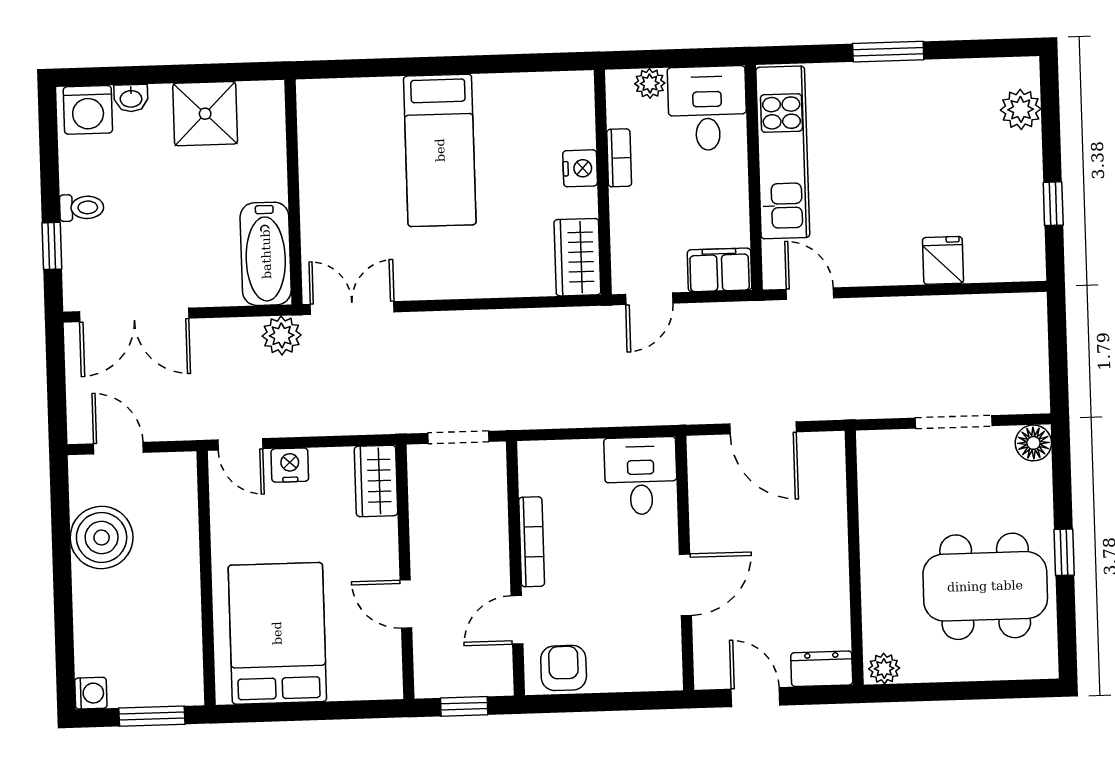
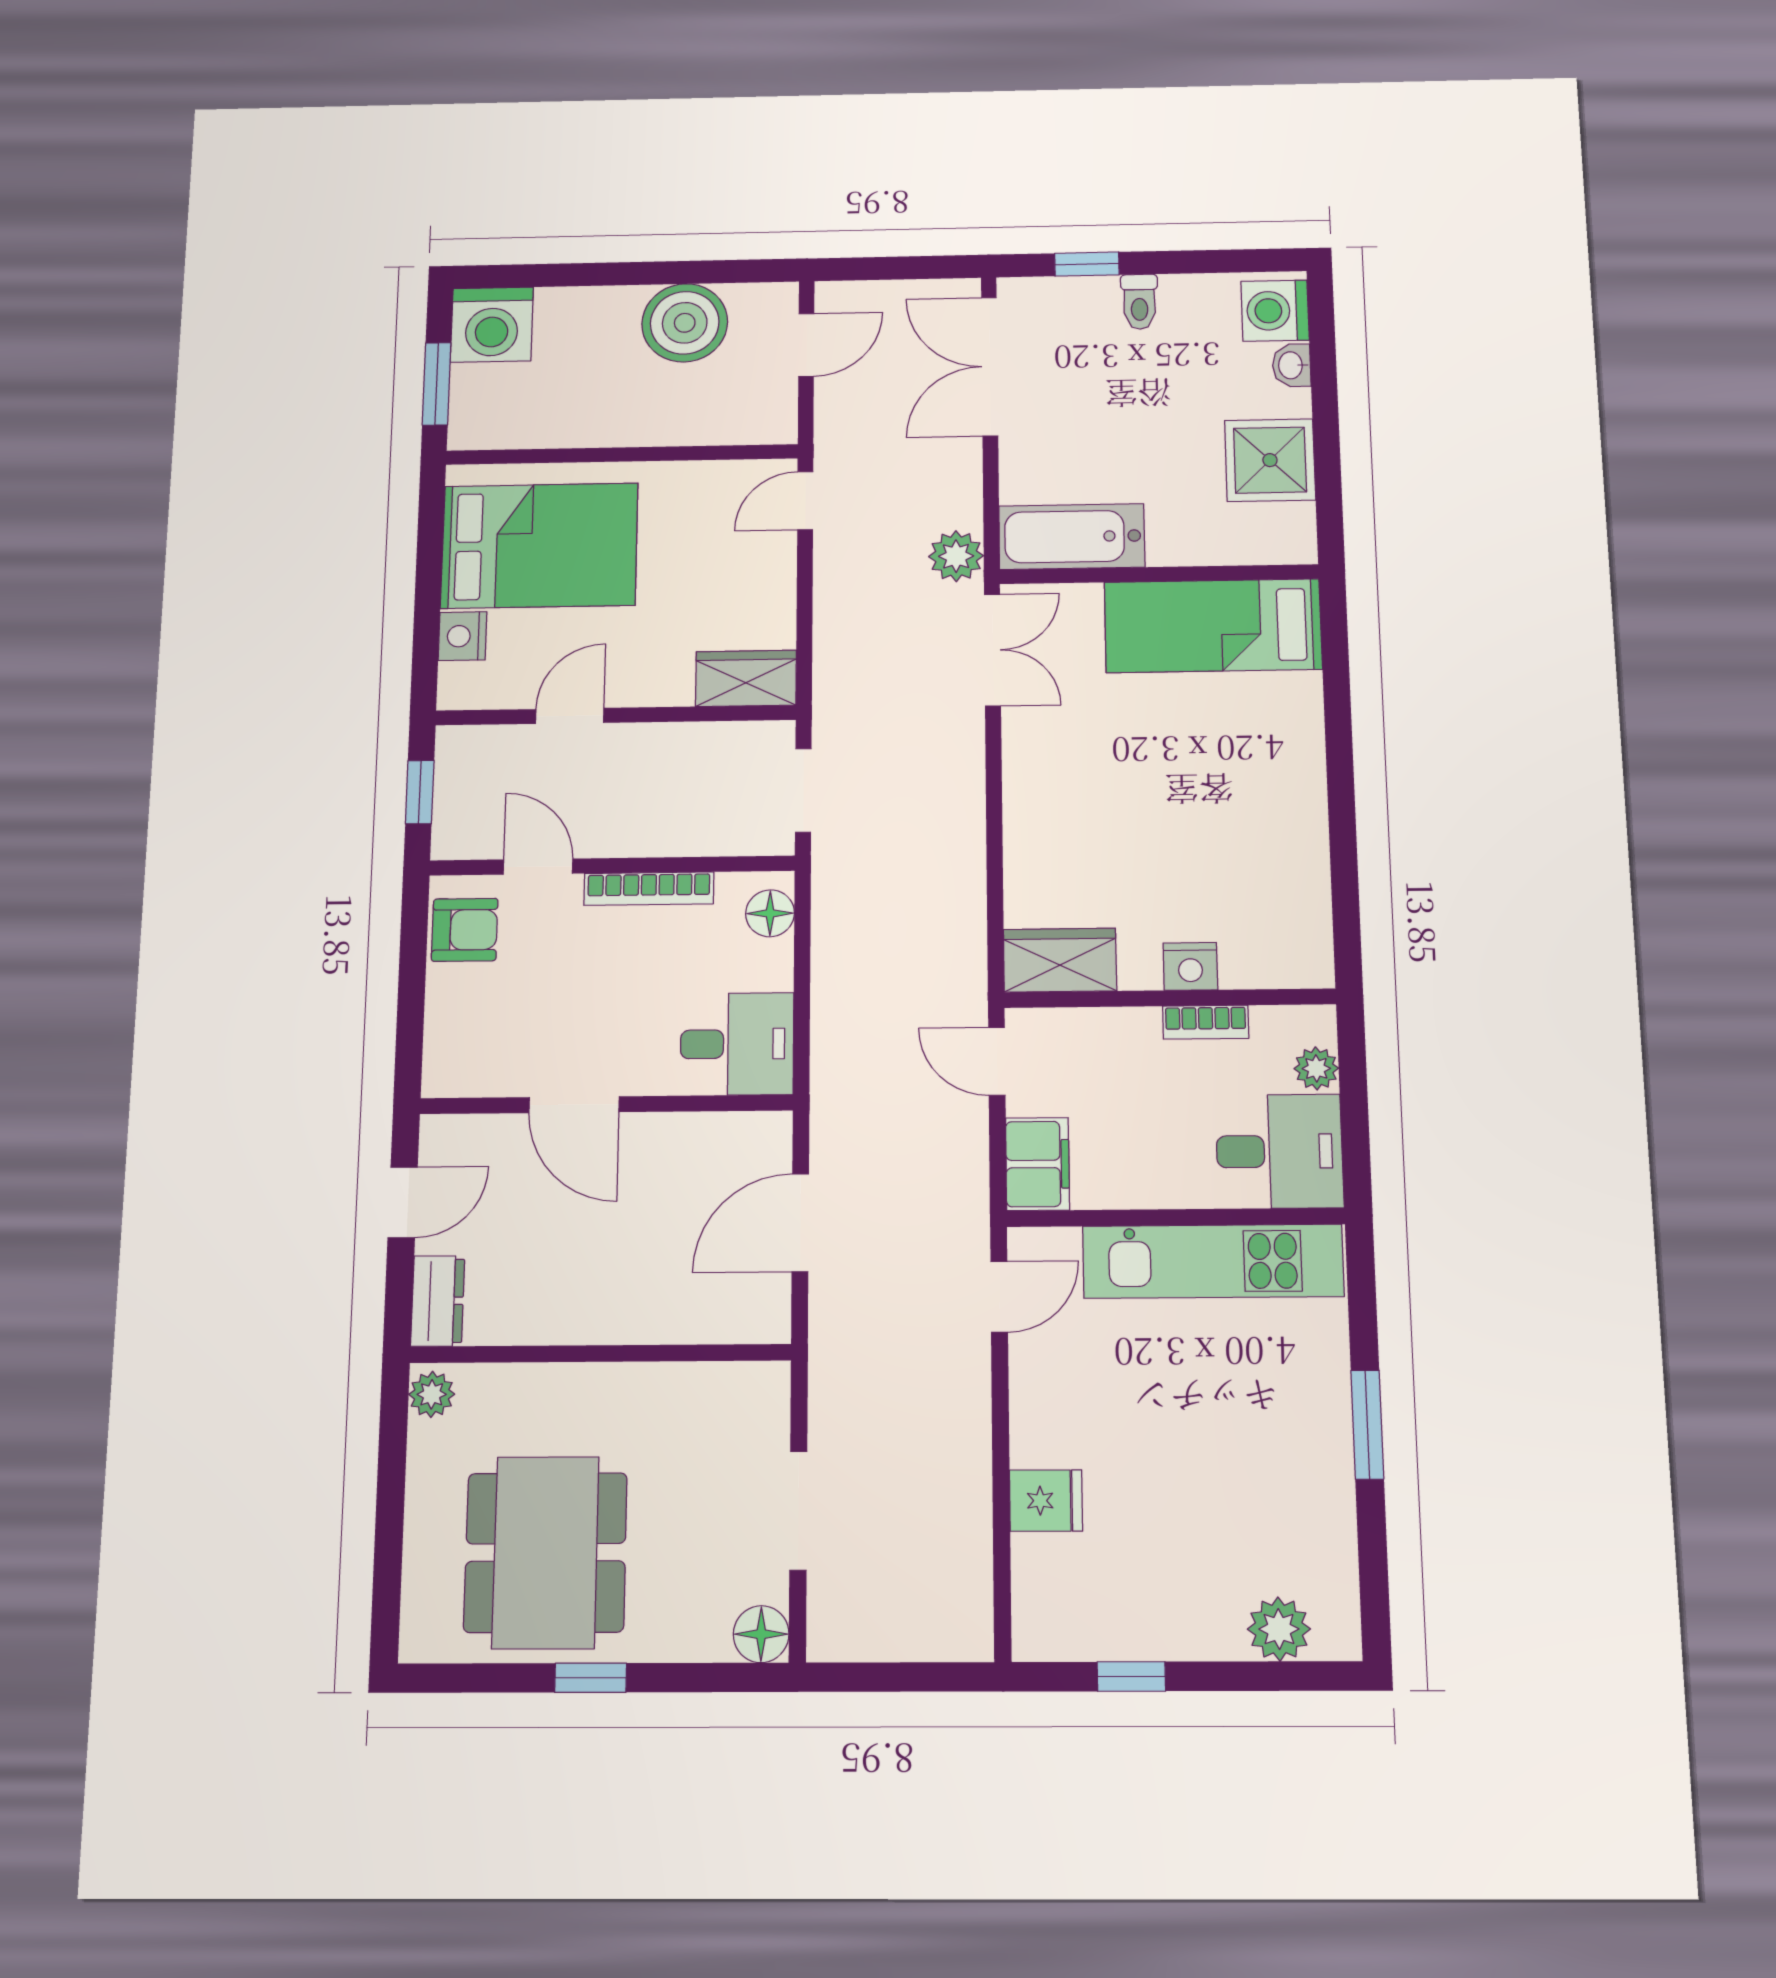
bed: (440, 150) -> (1213, 626), moved
floor lamp: (548, 457) -> (770, 913), added
nightstand: (290, 465) -> (463, 636), moved, turned 180
washing machine: (91, 693) -> (492, 325), width x1.89, depth x1.89

